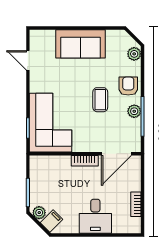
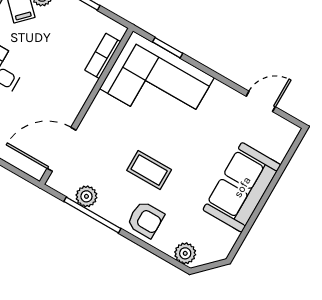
plant: (134, 111) -> (86, 196), moved
door: (116, 154) -> (62, 149), hinge flipped
bookcase: (85, 161) -> (103, 56), moved

